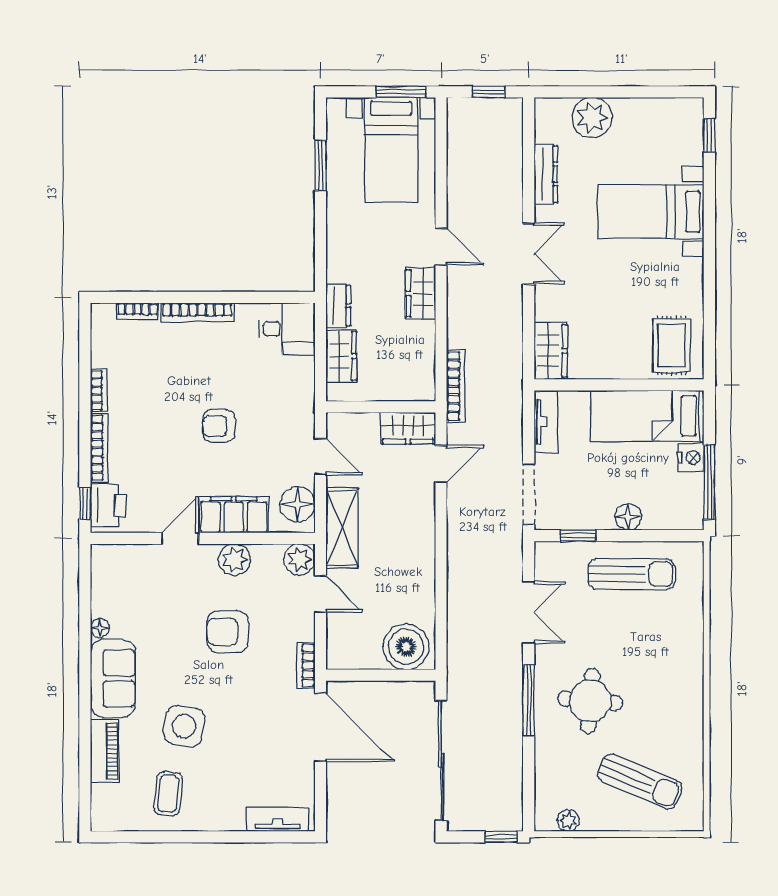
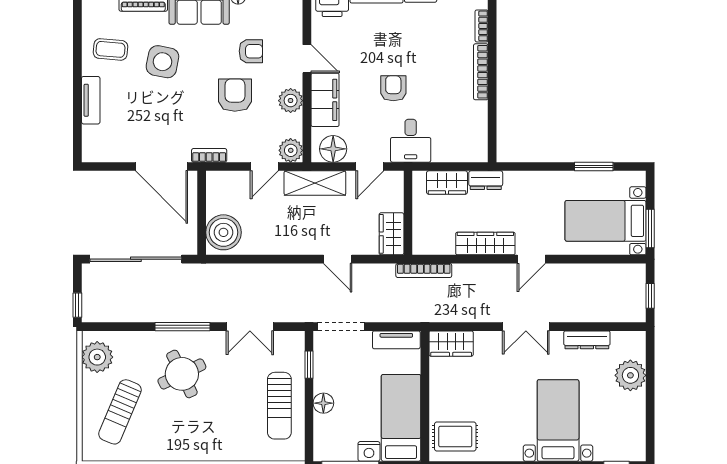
wardrobe: (421, 293) -> (485, 244), width x1.50
desk: (287, 329) -> (411, 141), moved
door: (441, 464) -> (338, 259), moved
armchair: (171, 611) -> (251, 51), added
round table: (590, 701) -> (182, 374), turned -31
door: (320, 727) -> (162, 167), hinge flipped
tv unit: (278, 819) -> (91, 100), moved
plant: (568, 820) -> (97, 357), width x1.88, depth x1.88

